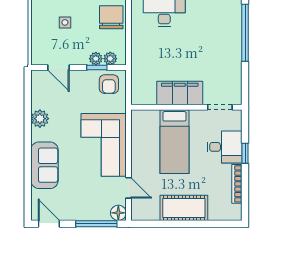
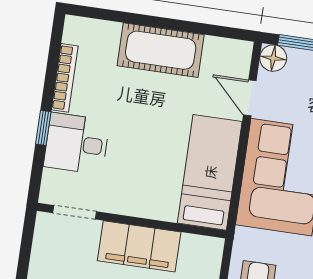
bed: (174, 142) -> (210, 172), moved

